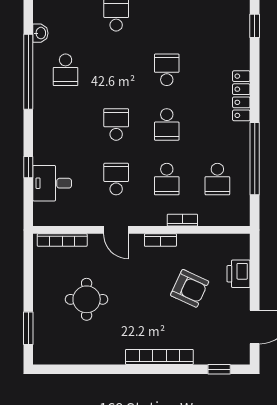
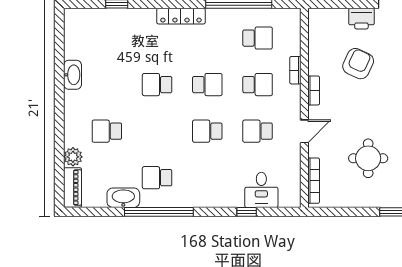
washbasin: (40, 33) -> (123, 198), width x1.91, depth x1.45
school desk: (66, 70) -> (157, 178), turned 180
printer: (239, 274) -> (361, 19), moved

